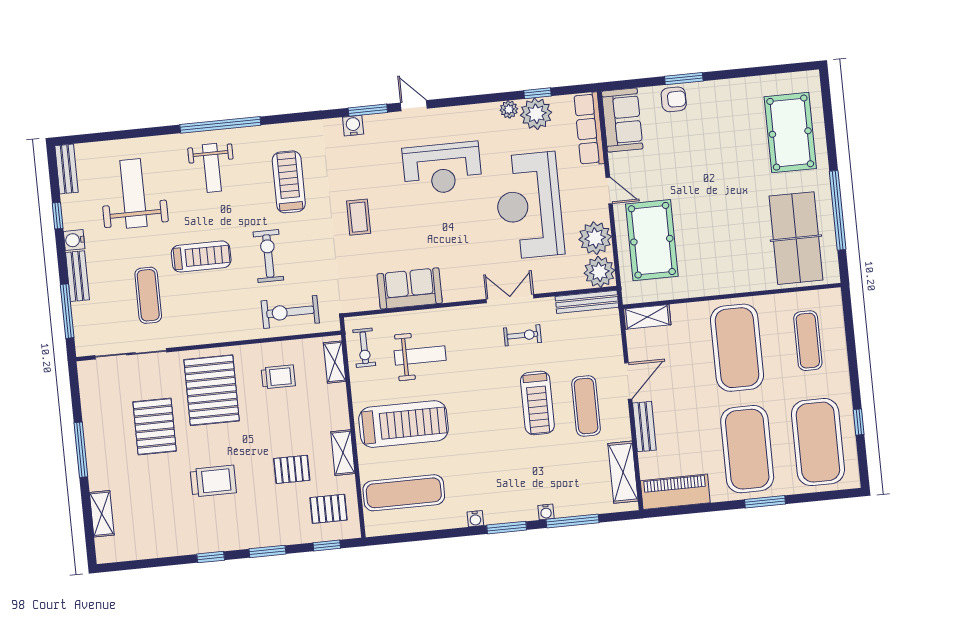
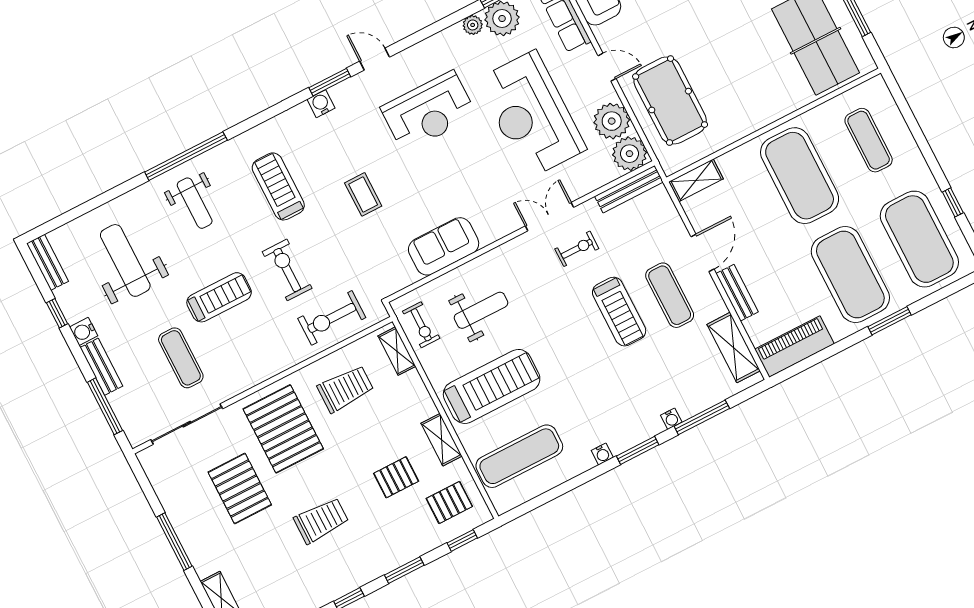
trolley: (278, 377) -> (345, 389), width x1.36, depth x1.39

